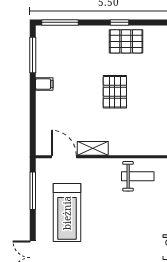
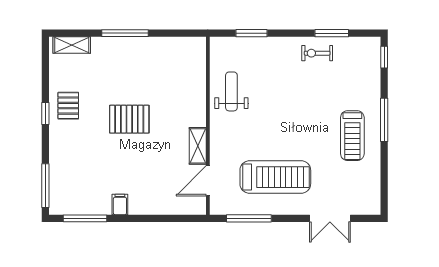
pallet: (126, 41) -> (68, 106), width x0.67, depth x0.71

